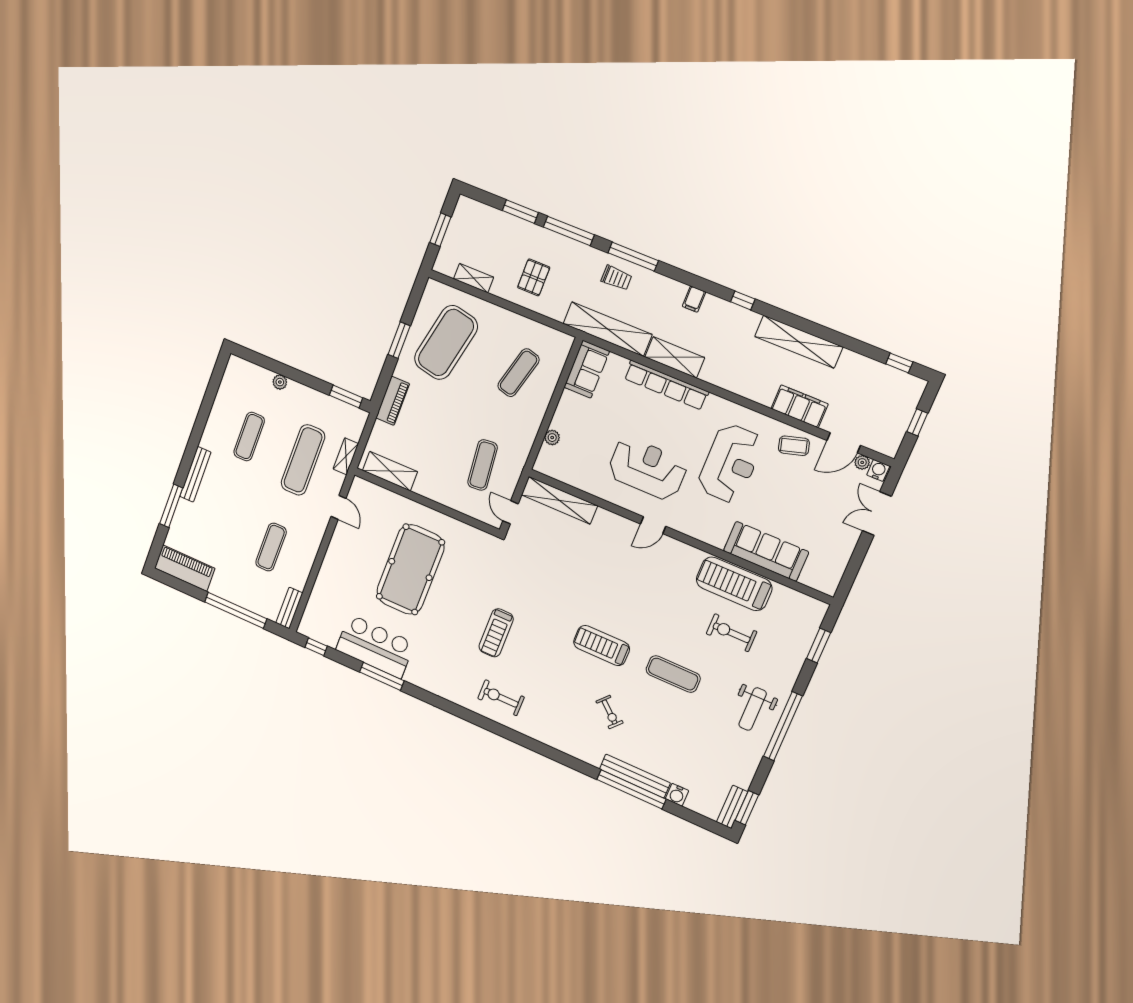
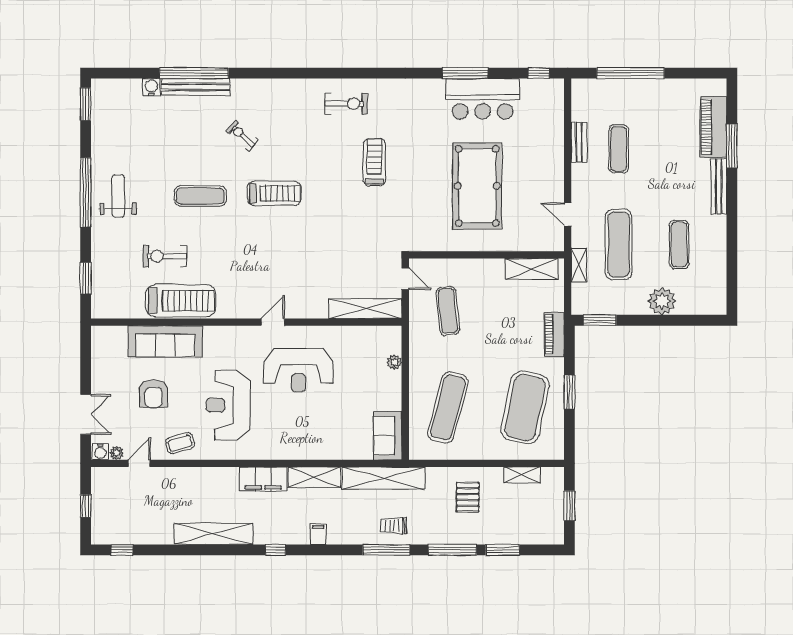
exercise mat: (519, 373) -> (448, 407), width x1.36, depth x1.45
plant: (280, 382) -> (662, 301), width x1.88, depth x1.88
row of seats: (666, 385) -> (312, 450), removed
filing cabinet: (800, 406) -> (263, 479), moved
door: (844, 443) -> (139, 463), width x0.73
armchair: (800, 505) -> (153, 394), added
piano: (185, 568) -> (713, 127), moved, turned 90
bench: (289, 608) -> (579, 142), moved
exercise bike: (732, 633) -> (165, 256), turned 180
bench: (732, 807) -> (99, 99), removed

